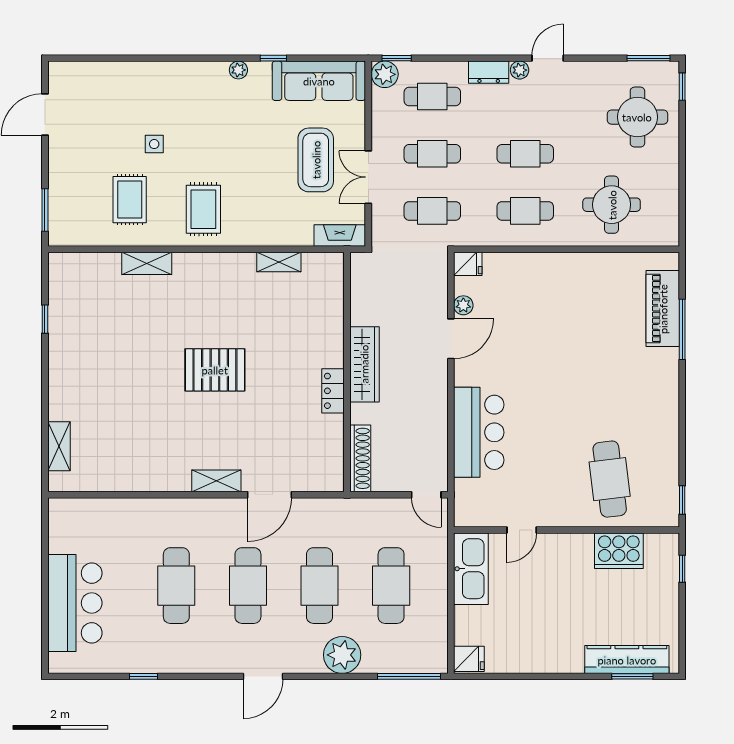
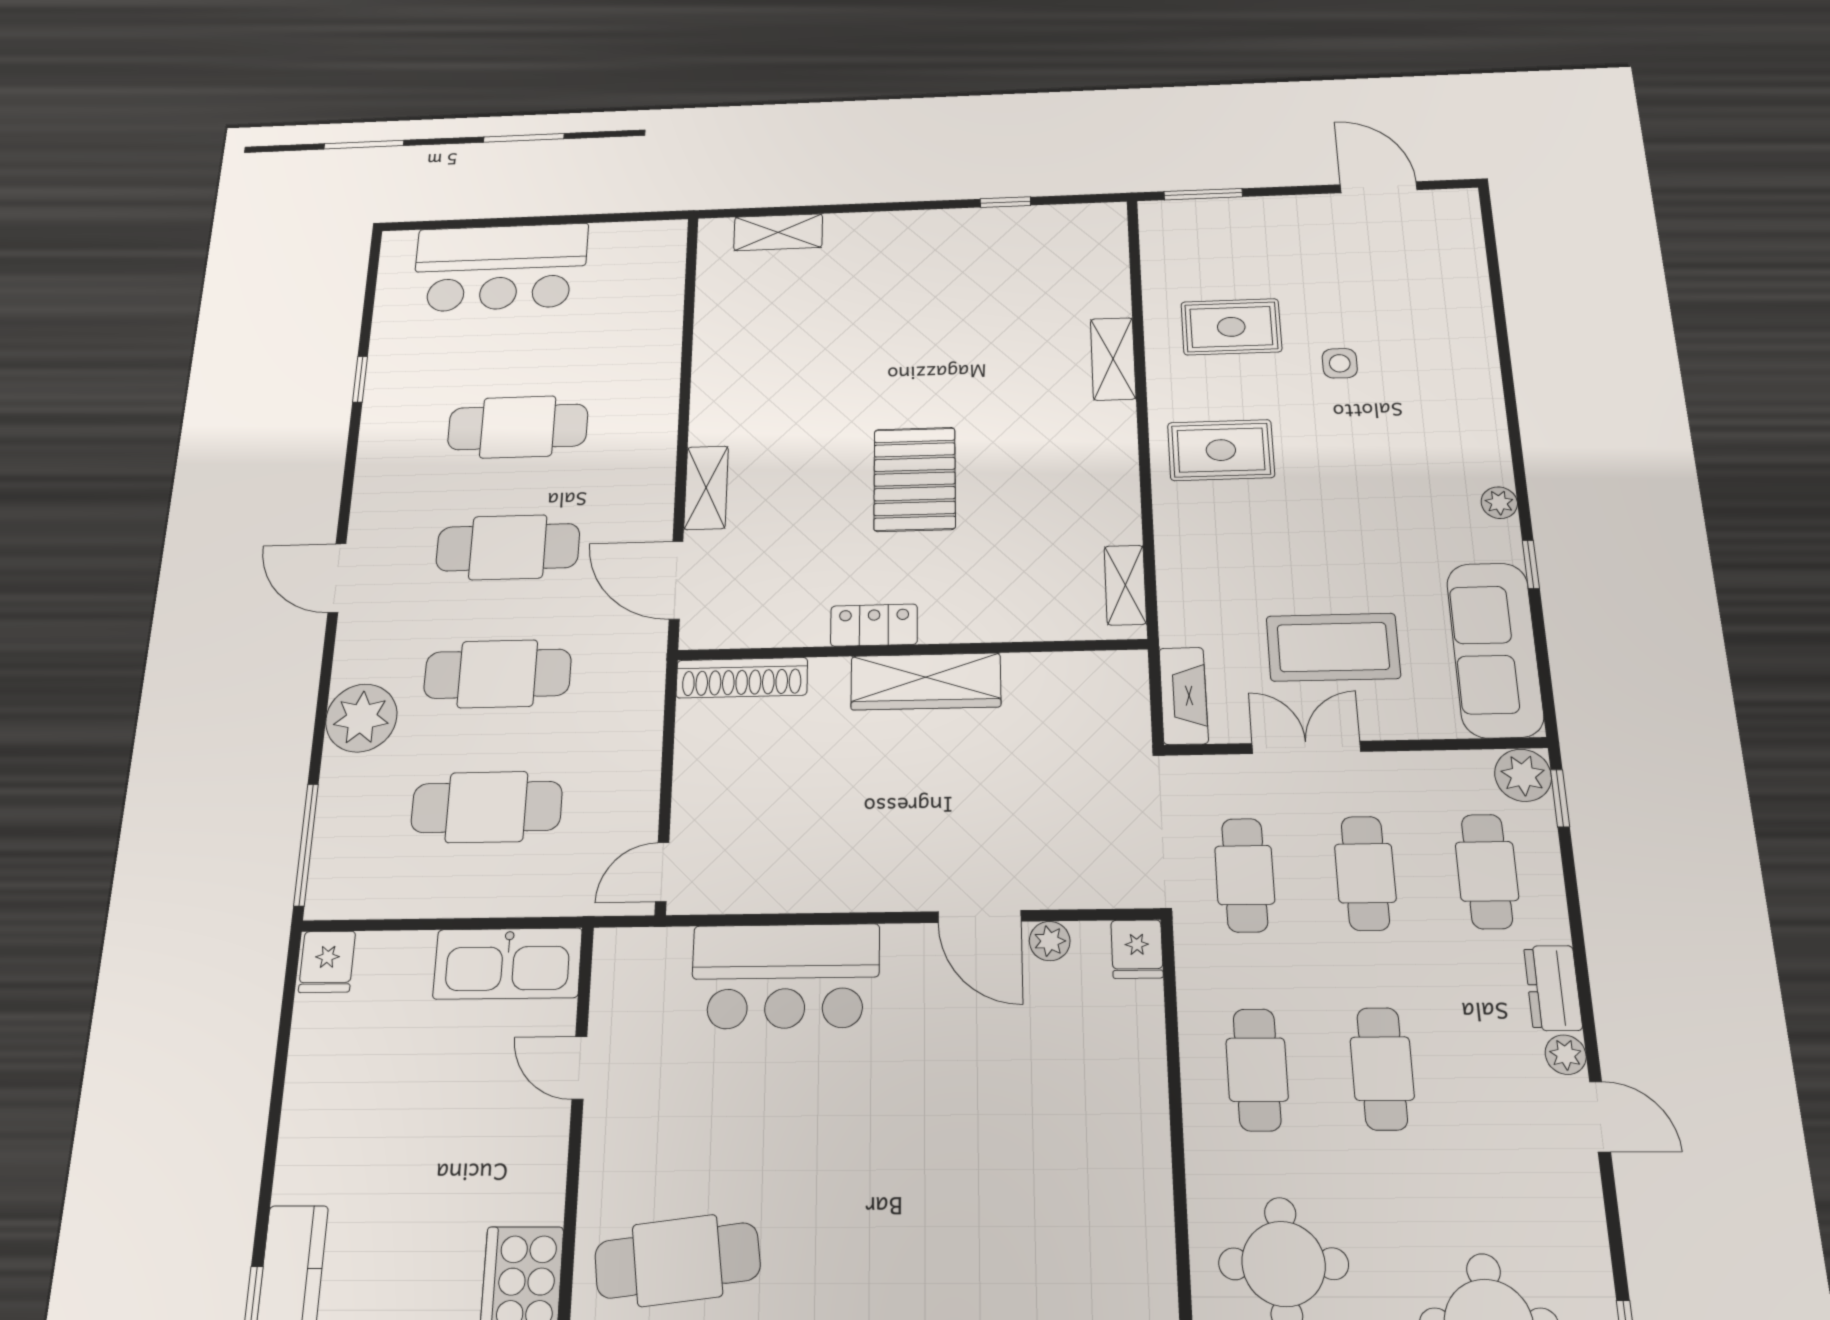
wardrobe: (364, 364) -> (926, 681), moved
wall: (347, 372) -> (911, 650), moved
locker: (333, 391) -> (874, 625), moved
shoe rack: (360, 458) -> (742, 678), moved

